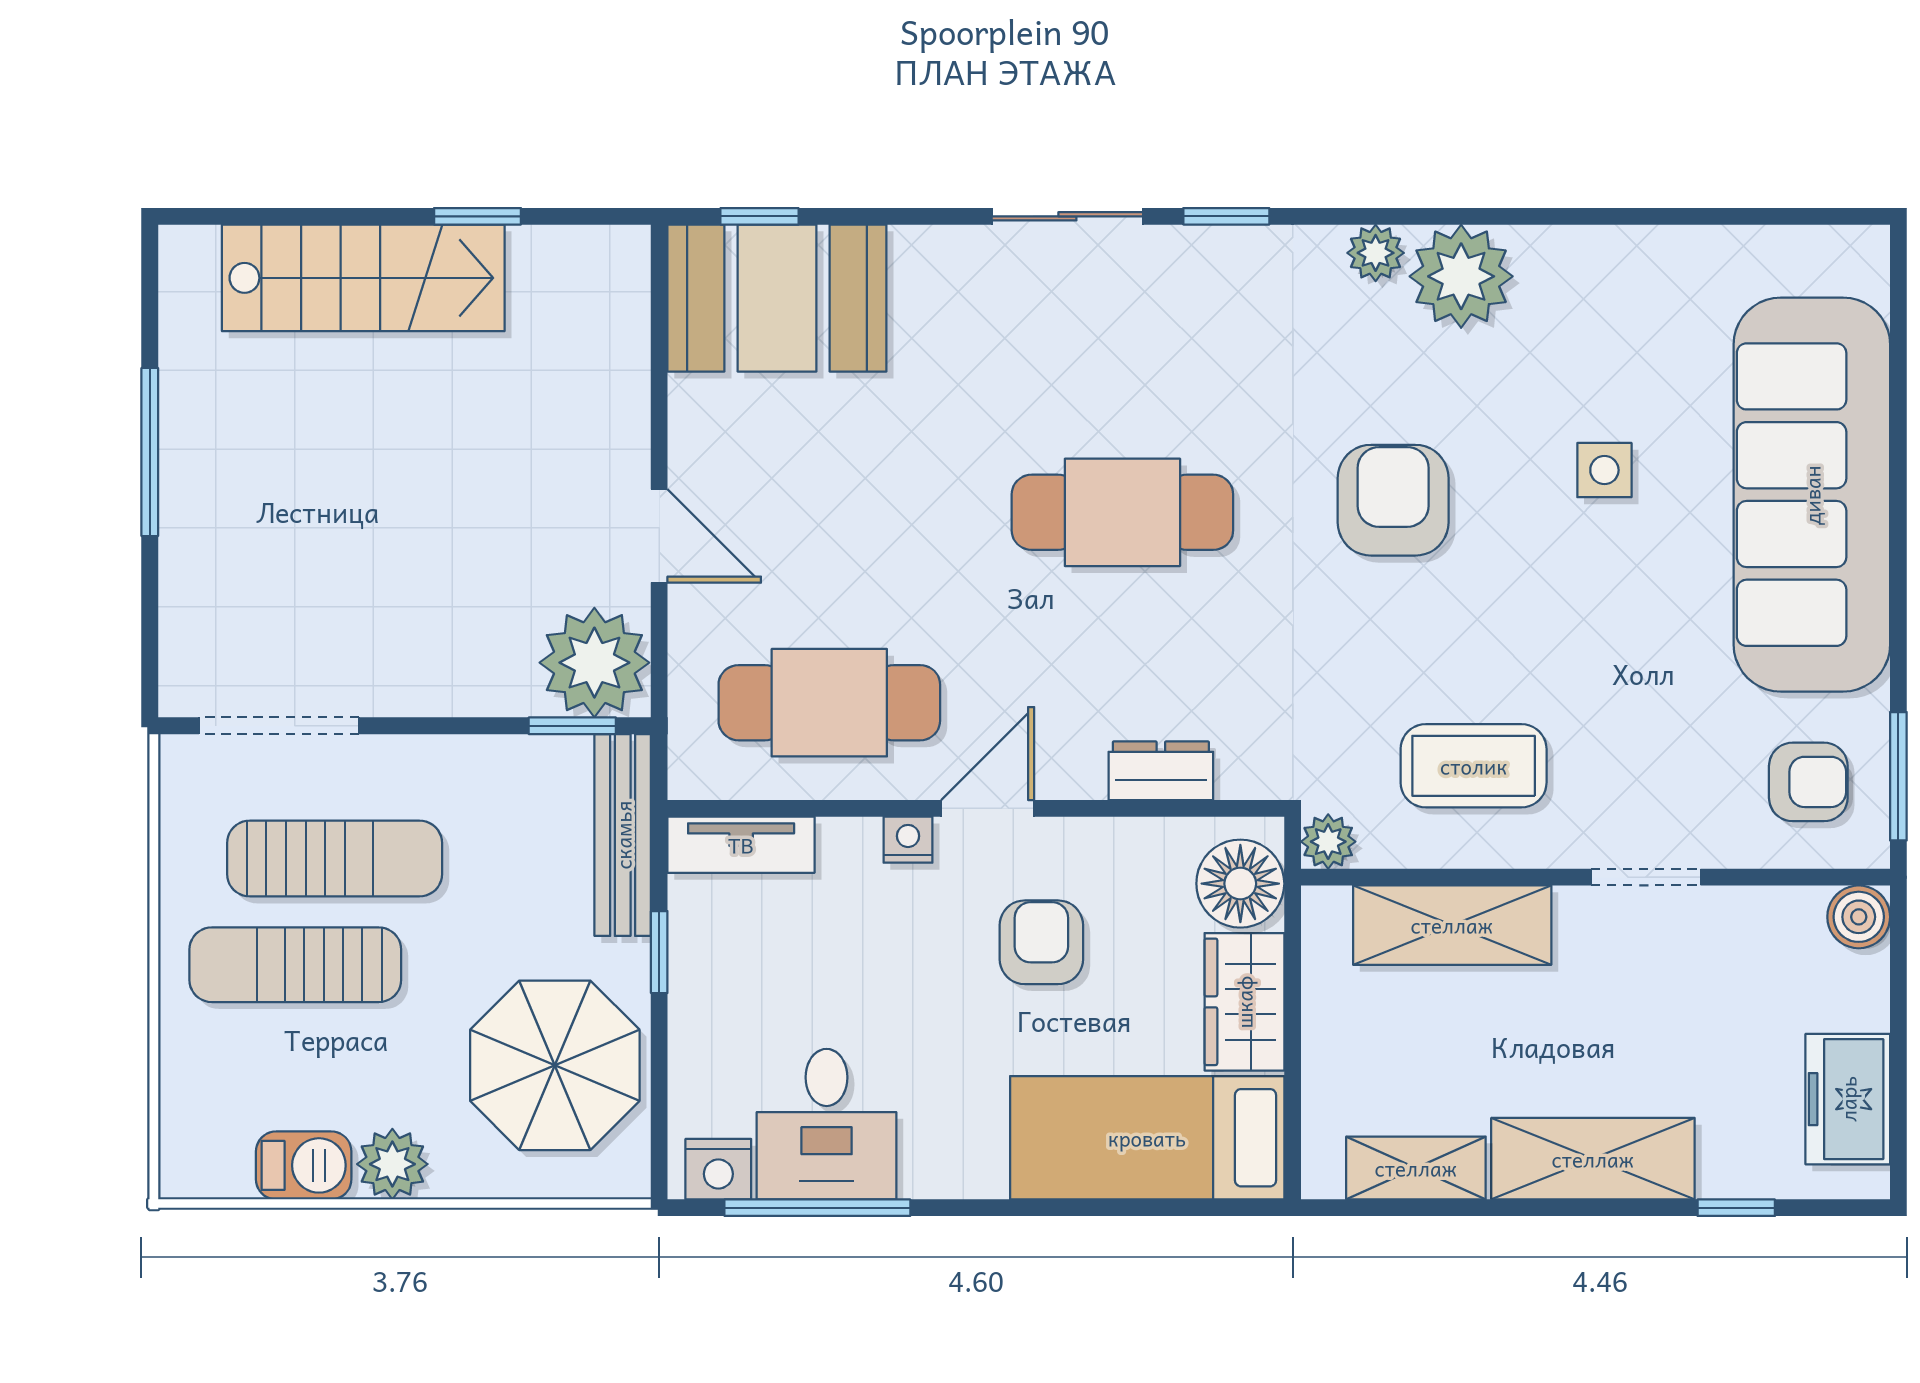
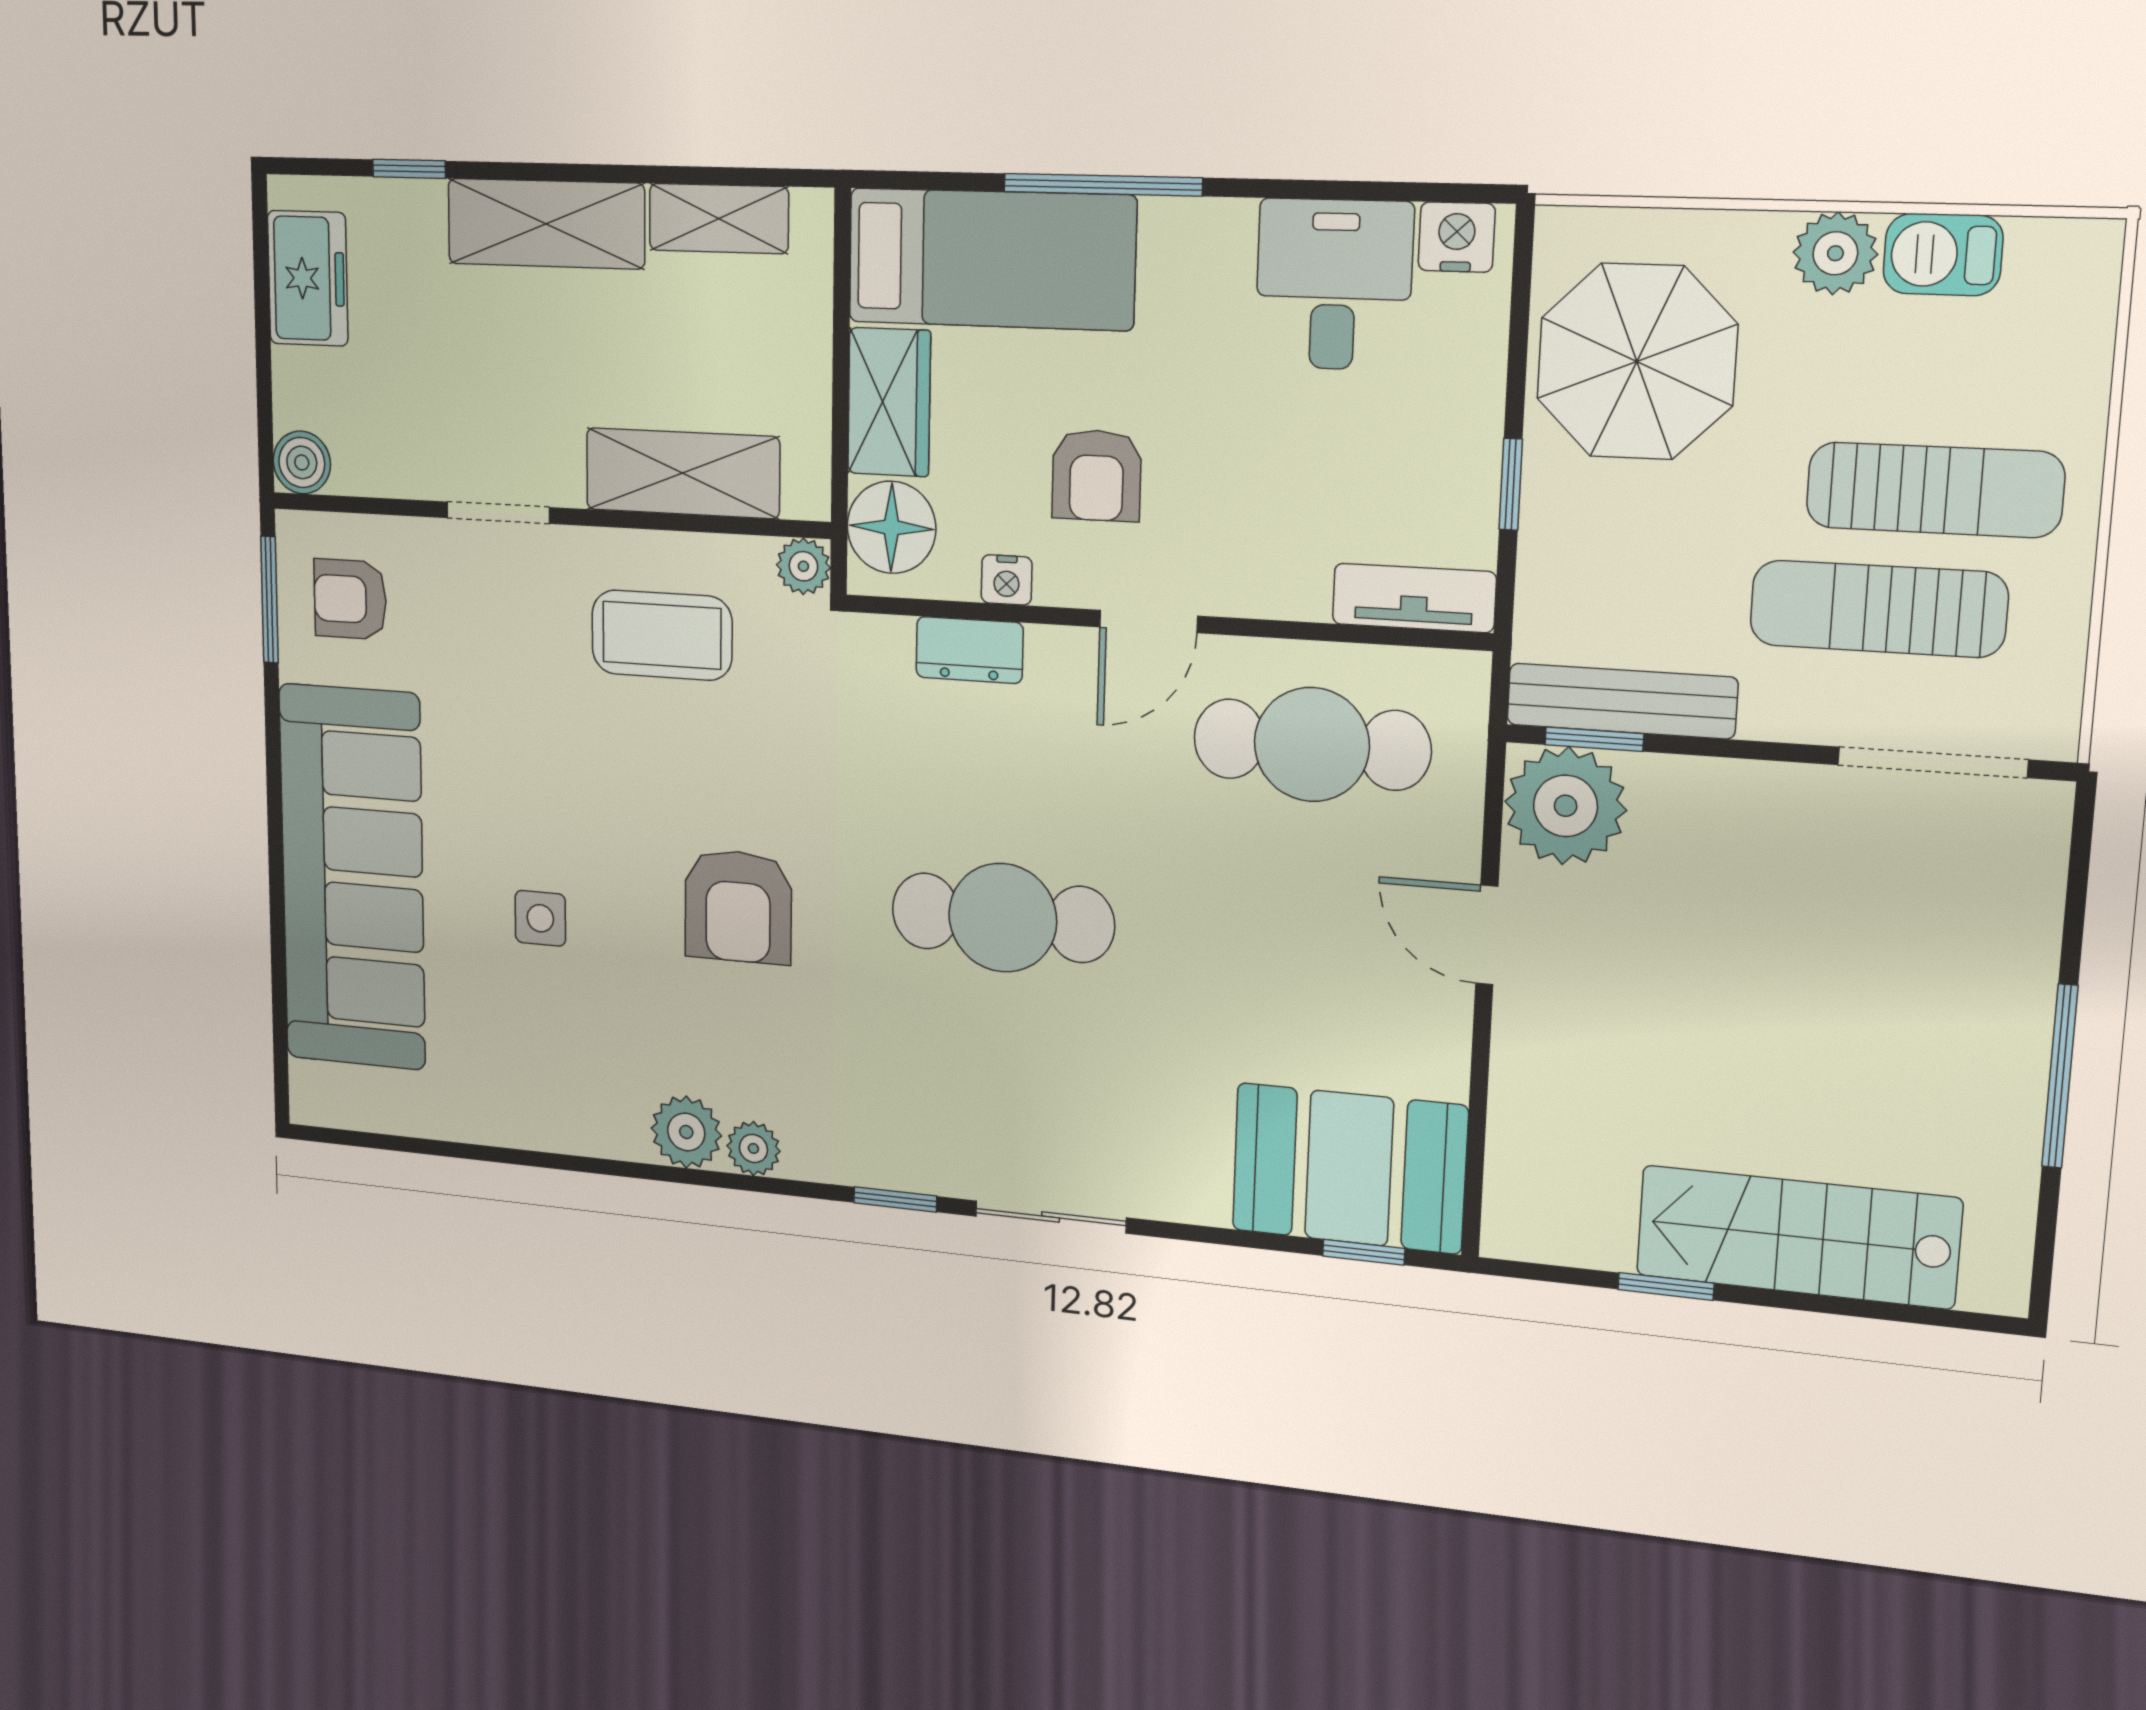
plant: (1461, 276) -> (686, 1132), width x0.73, depth x0.73
bench: (623, 835) -> (1622, 701), moved, turned 90
nightstand: (908, 840) -> (1007, 580), moved
window: (817, 1208) -> (1103, 185), moved

